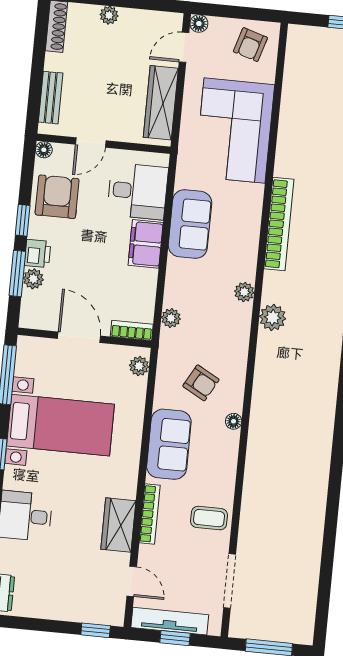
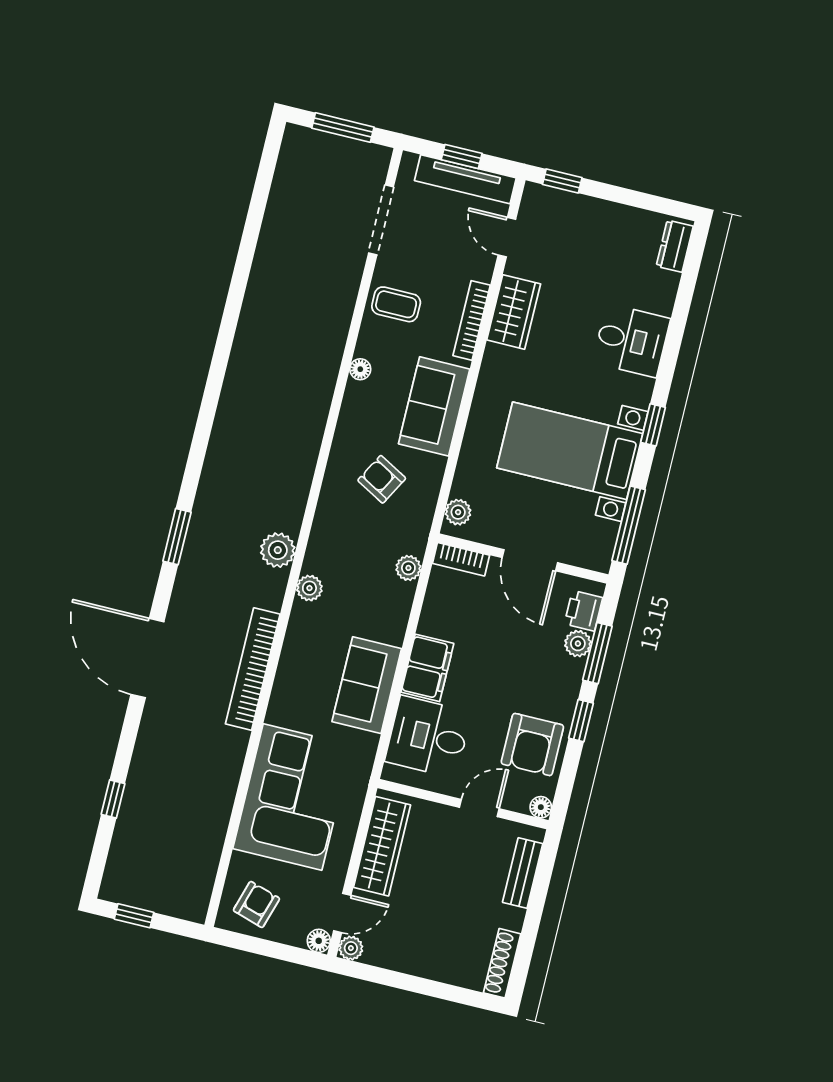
plant: (109, 15) -> (351, 948), moved
printer: (38, 253) -> (583, 611), moved
floor lamp: (234, 421) -> (360, 369), moved

